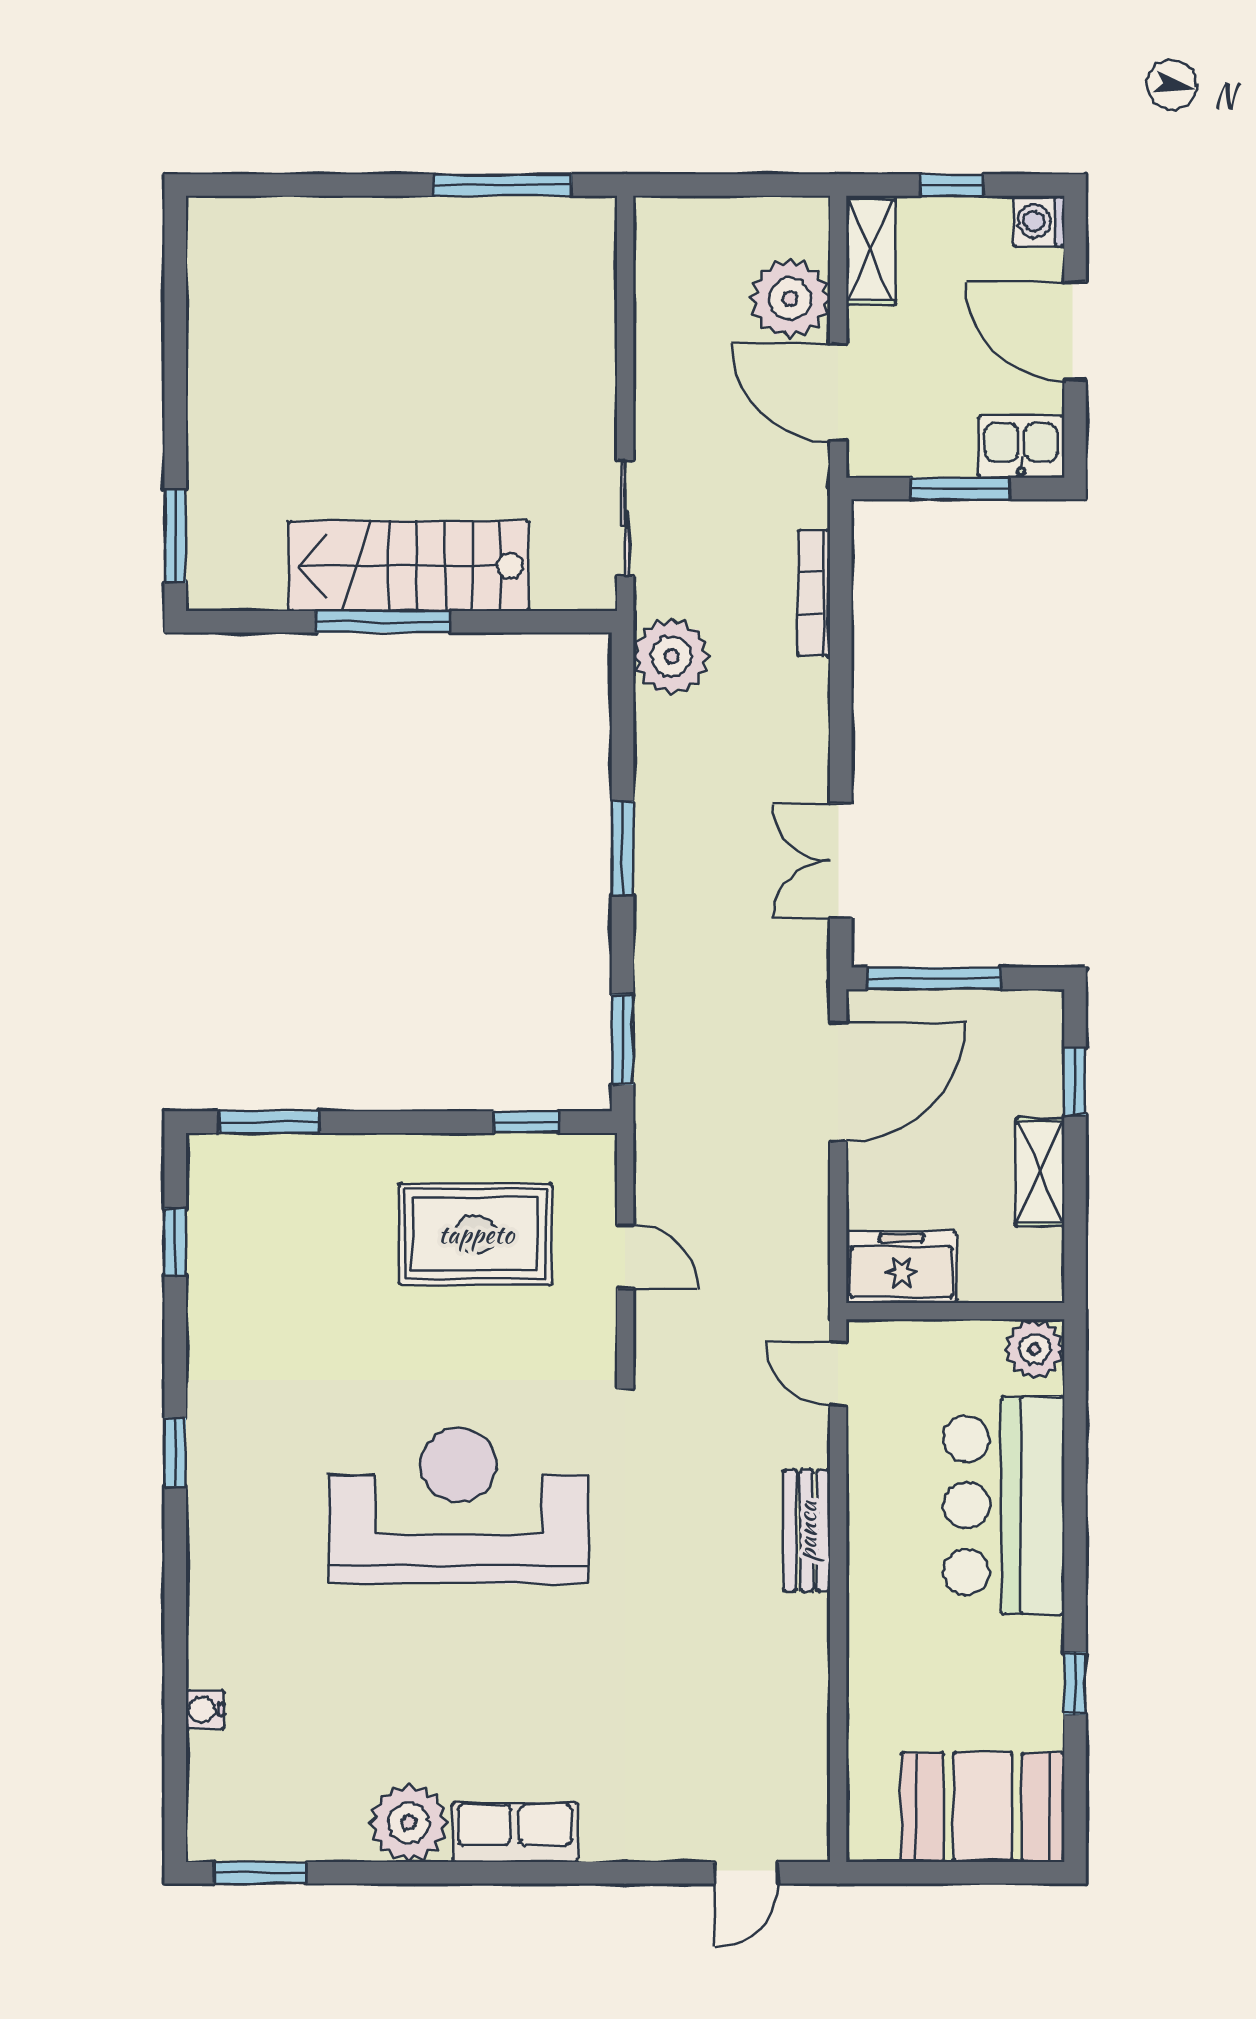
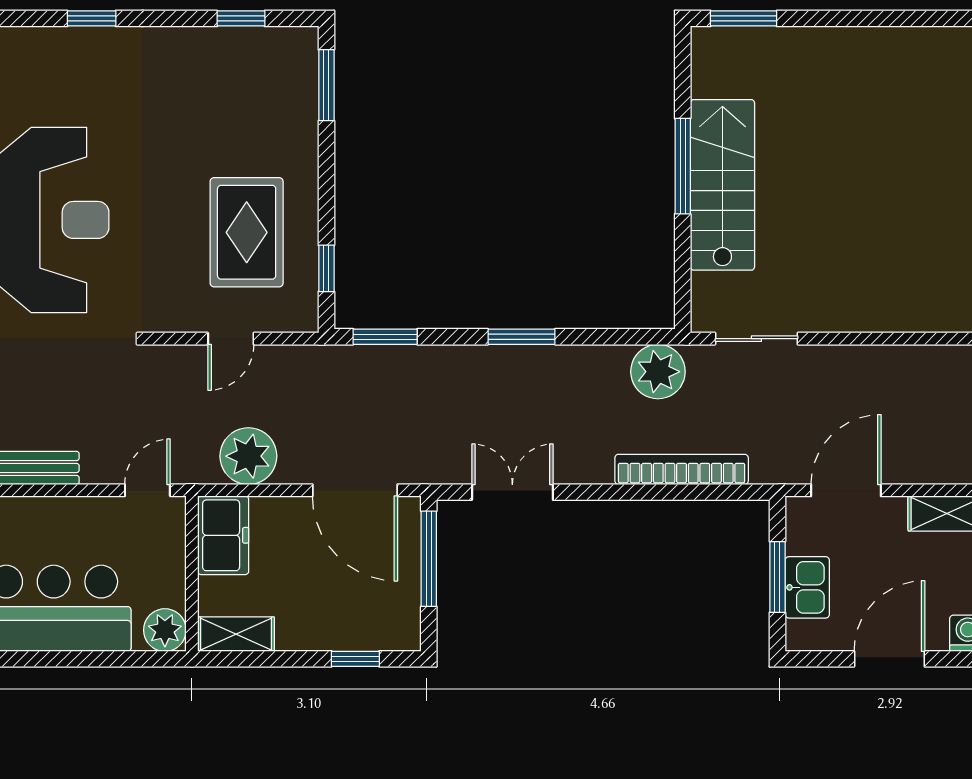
plant: (790, 298) -> (248, 456), moved
kitchen sink: (1021, 447) -> (807, 587), moved
bookcase: (814, 593) -> (682, 469), width x1.48, depth x1.31
shelving: (1040, 1172) -> (236, 634), moved

